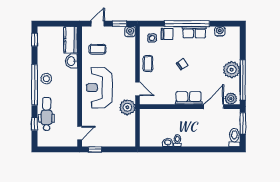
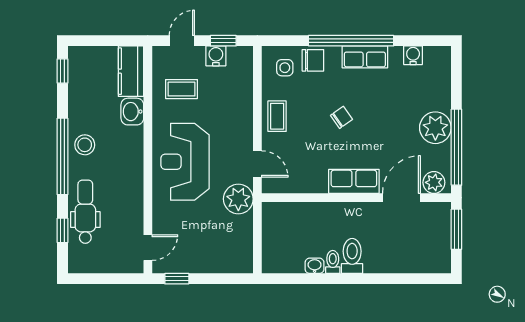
water cooler: (130, 32) -> (216, 56), moved
toilet: (234, 137) -> (352, 256), moved

